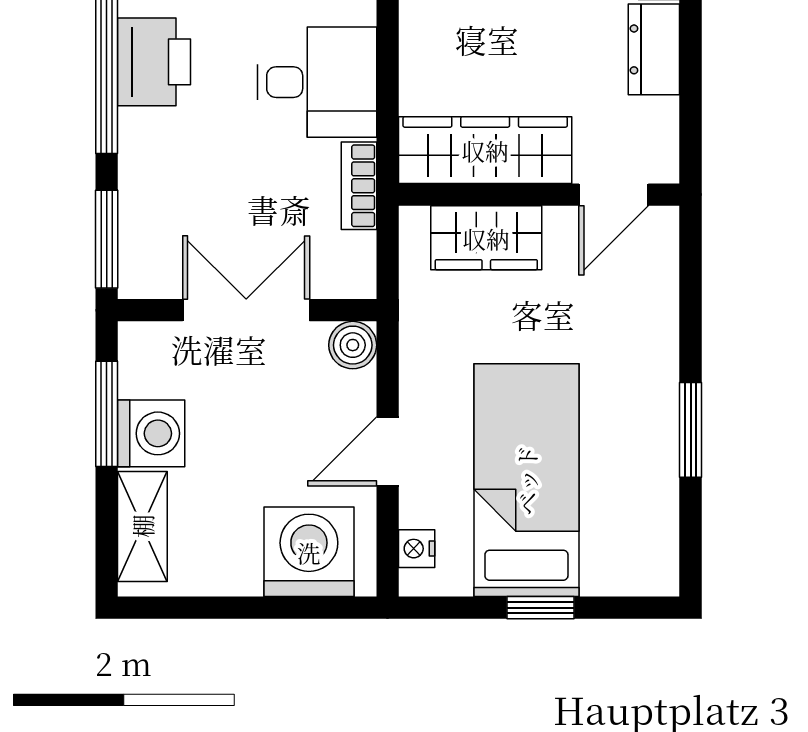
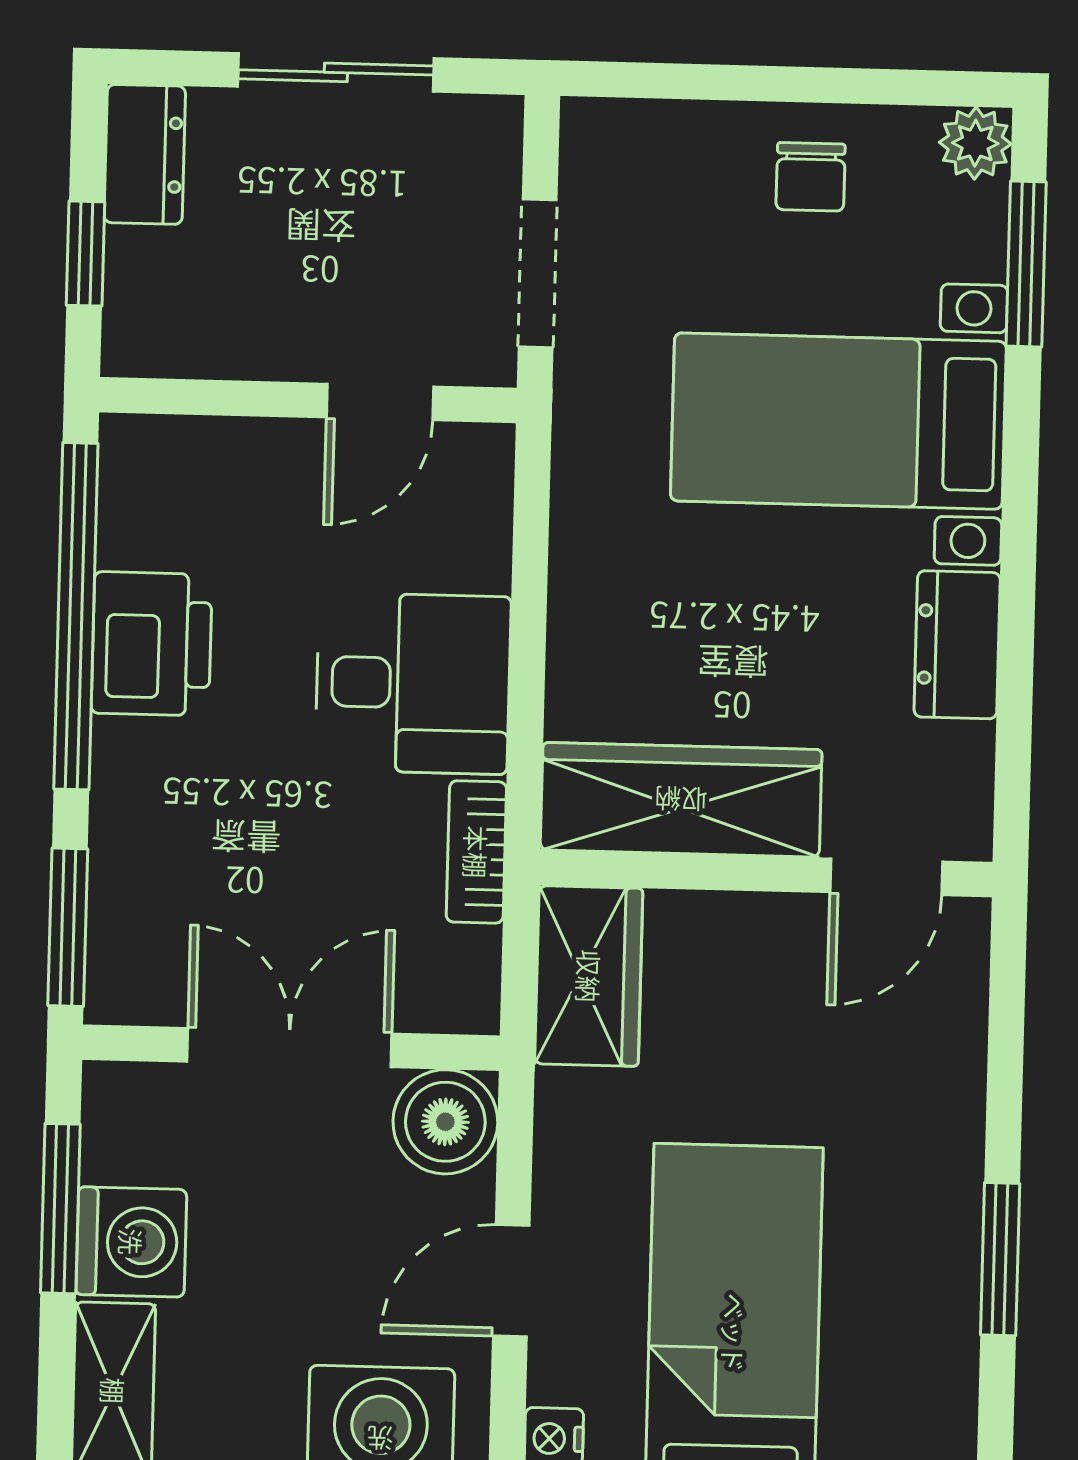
wardrobe: (486, 238) -> (589, 976), moved, turned -90
boiler: (353, 345) -> (445, 1122), width x1.36, depth x1.36

